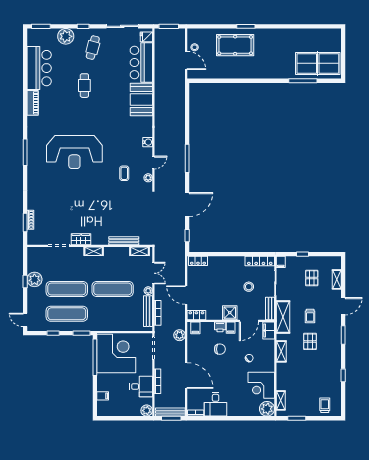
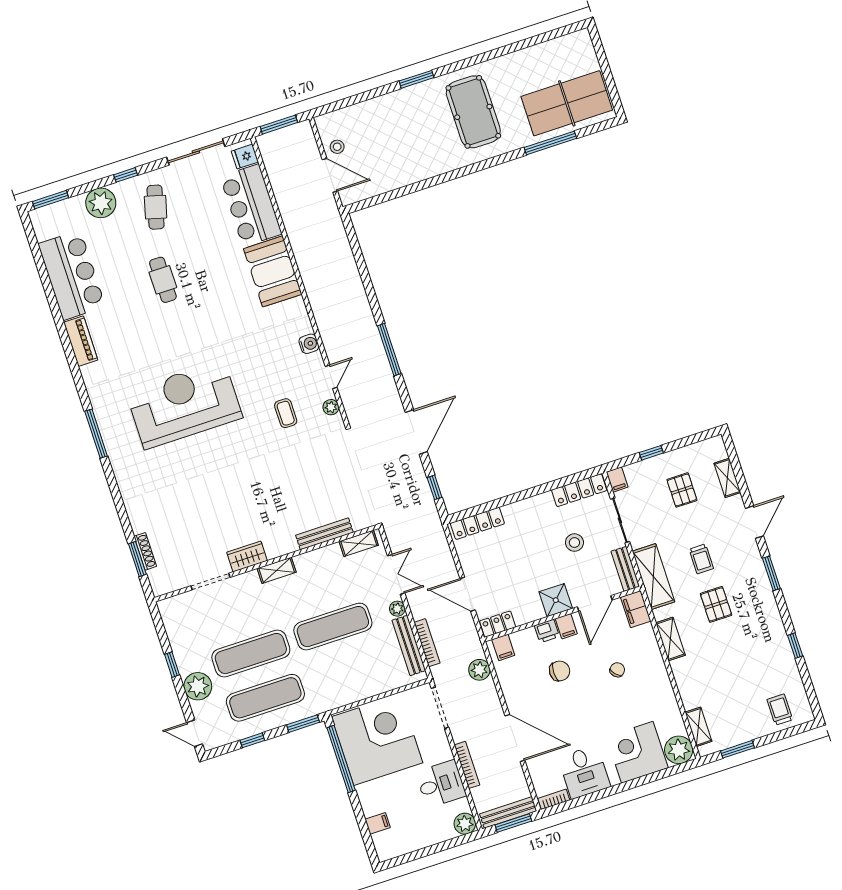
pool table: (235, 45) -> (473, 112), moved, turned 90
reception desk: (74, 152) -> (184, 405), turned 180
locker: (198, 261) -> (477, 523), width x1.53
plant: (34, 279) -> (198, 686), moved
corner desk: (261, 385) -> (637, 752), moved, turned 90

